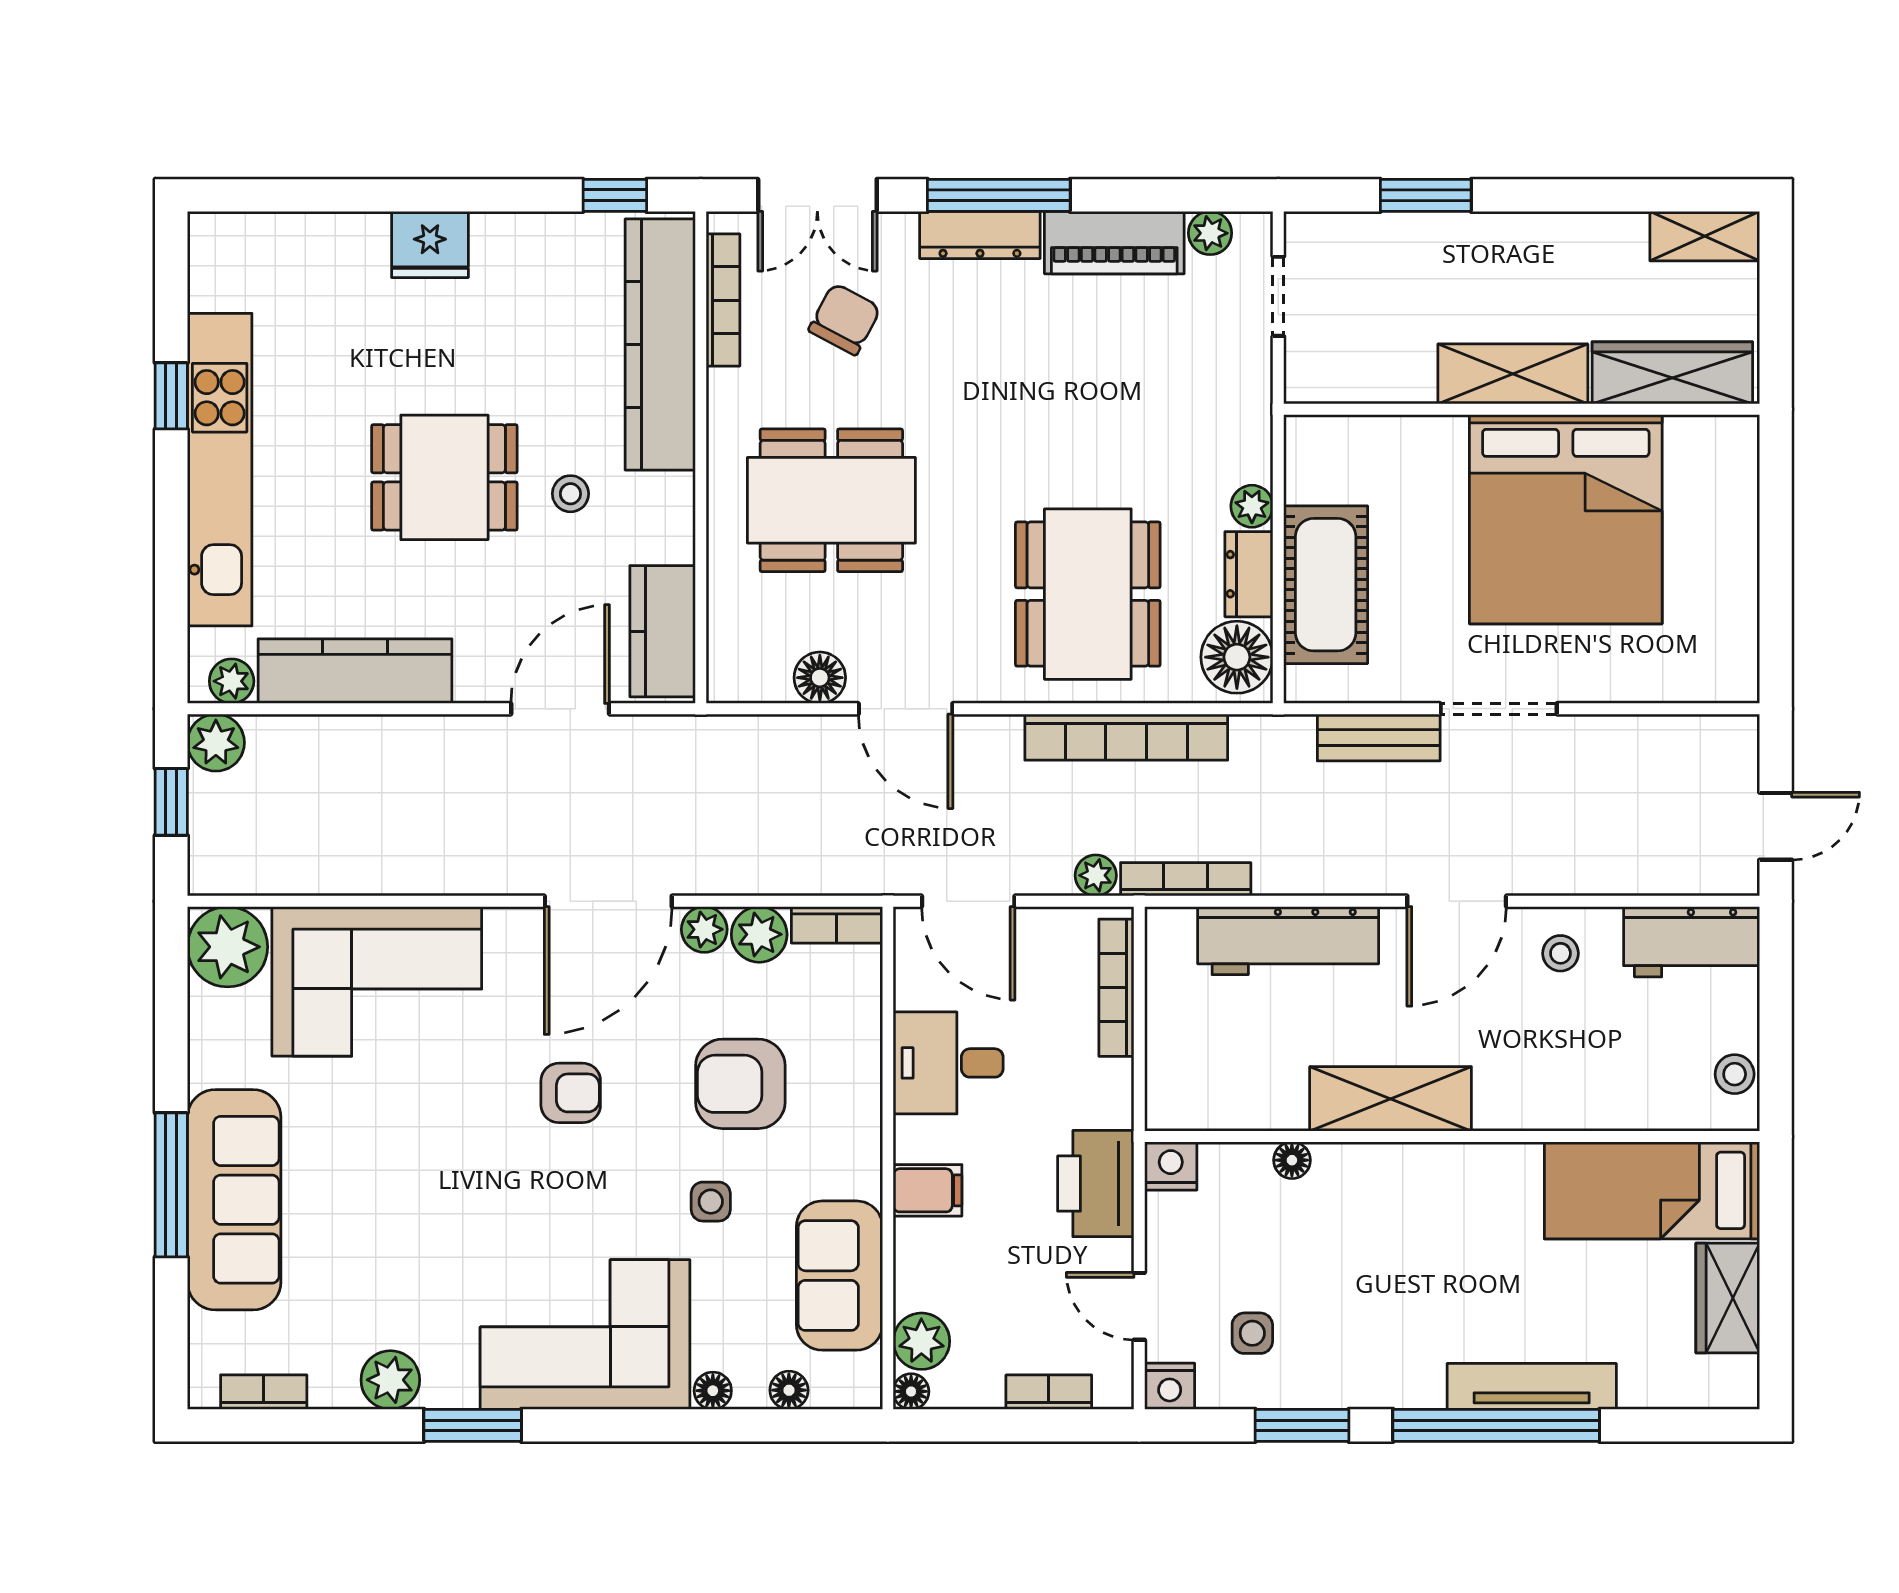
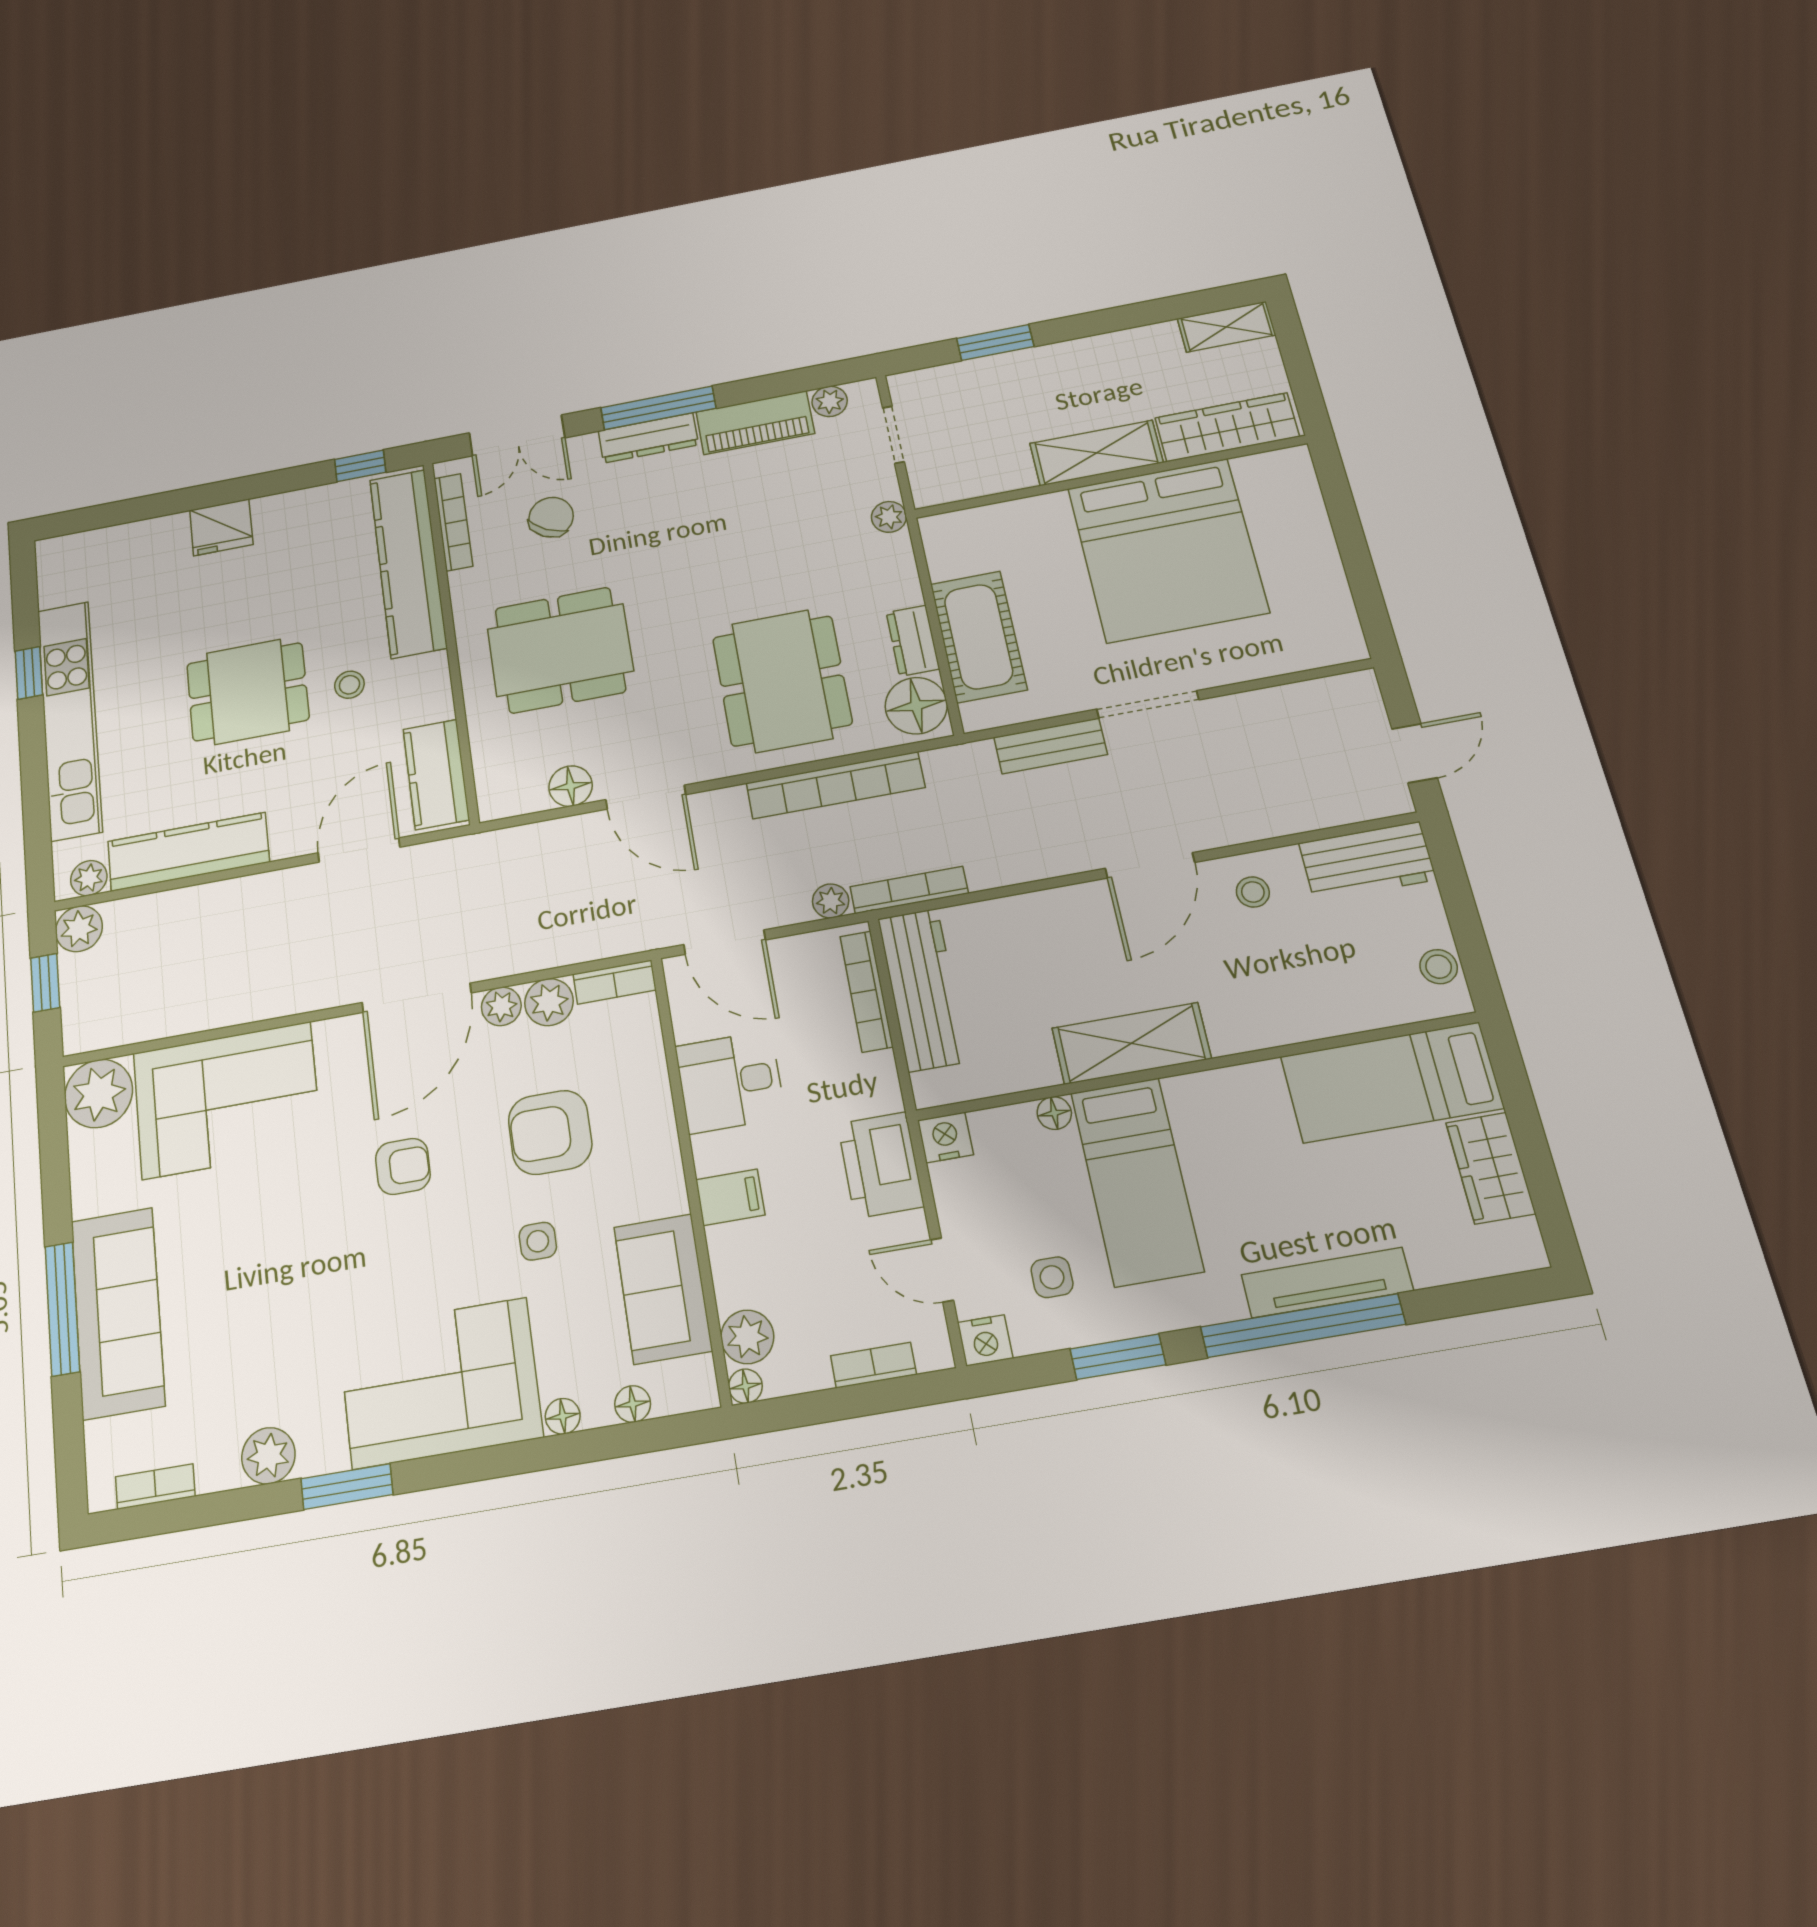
plant: (1252, 506) -> (889, 517), moved
workbench: (1288, 941) -> (923, 989), moved, turned -90
bed: (1362, 1248) -> (1137, 1181), added

